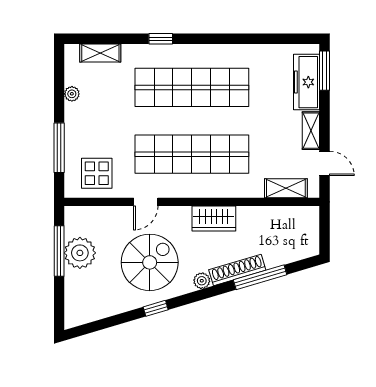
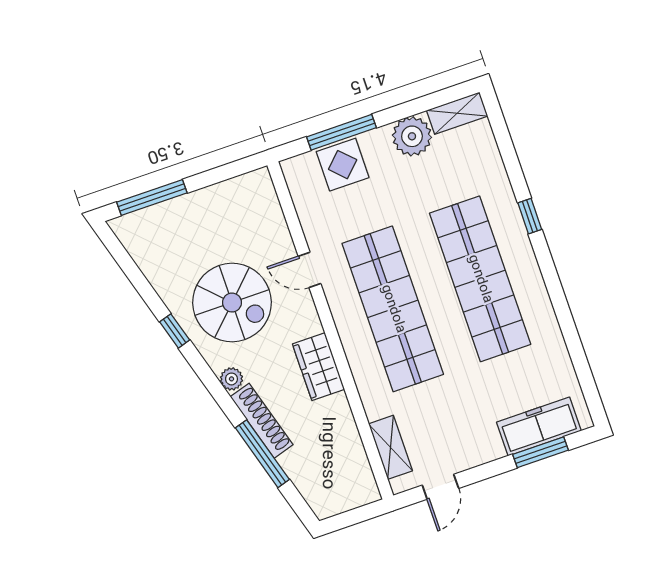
shelving: (100, 53) -> (457, 113), moved, turned 90
window: (325, 71) -> (541, 452), moved
plant: (72, 94) -> (412, 136), width x1.87, depth x1.87
shelving: (311, 131) -> (477, 454), removed
display table: (97, 173) -> (343, 165), moved
window: (59, 251) -> (152, 198), moved
plant: (80, 253) -> (213, 207), removed

